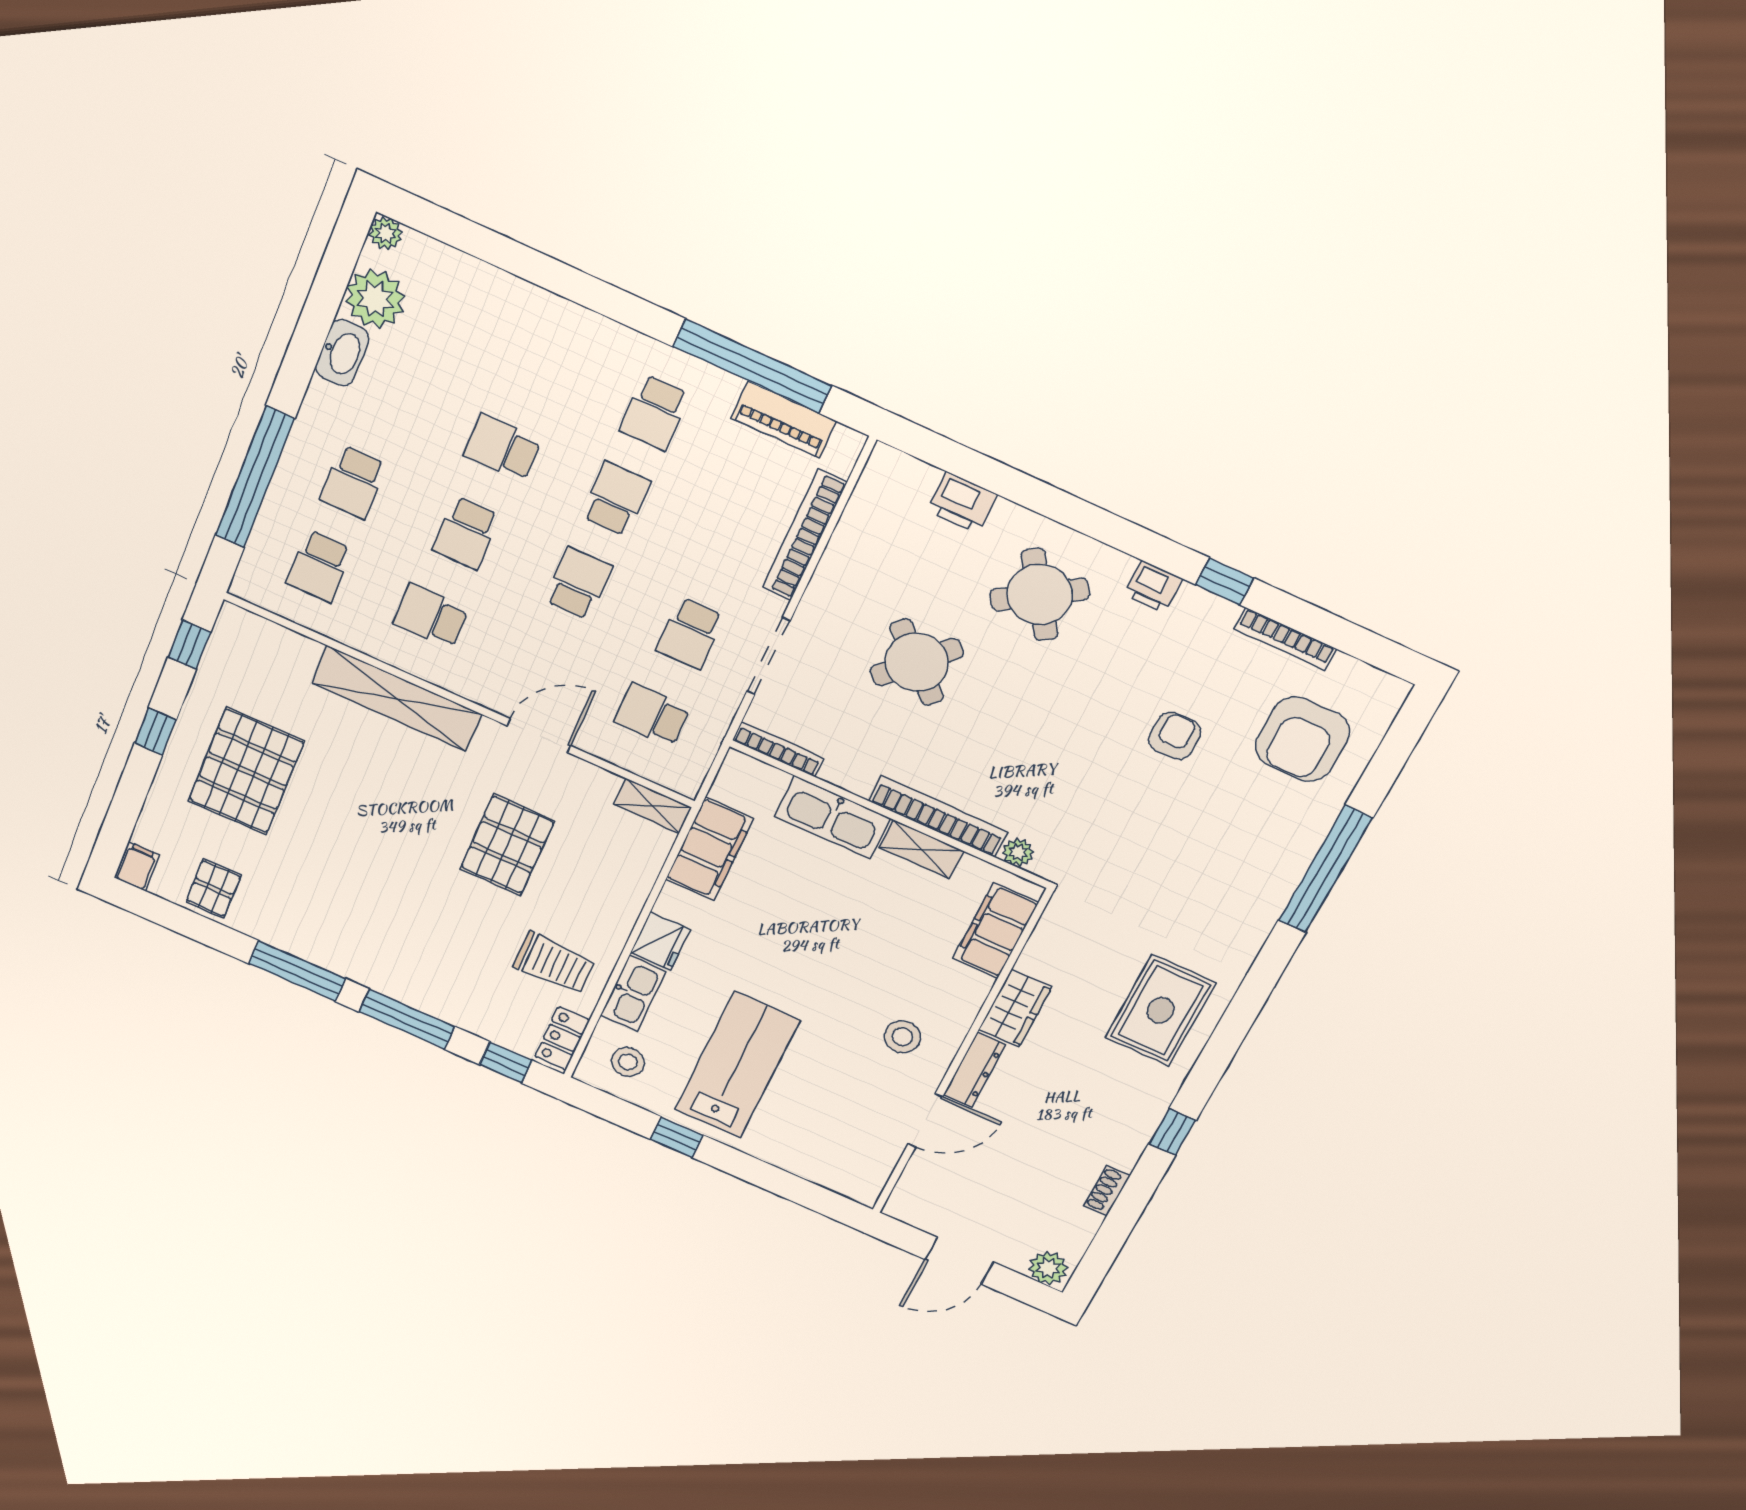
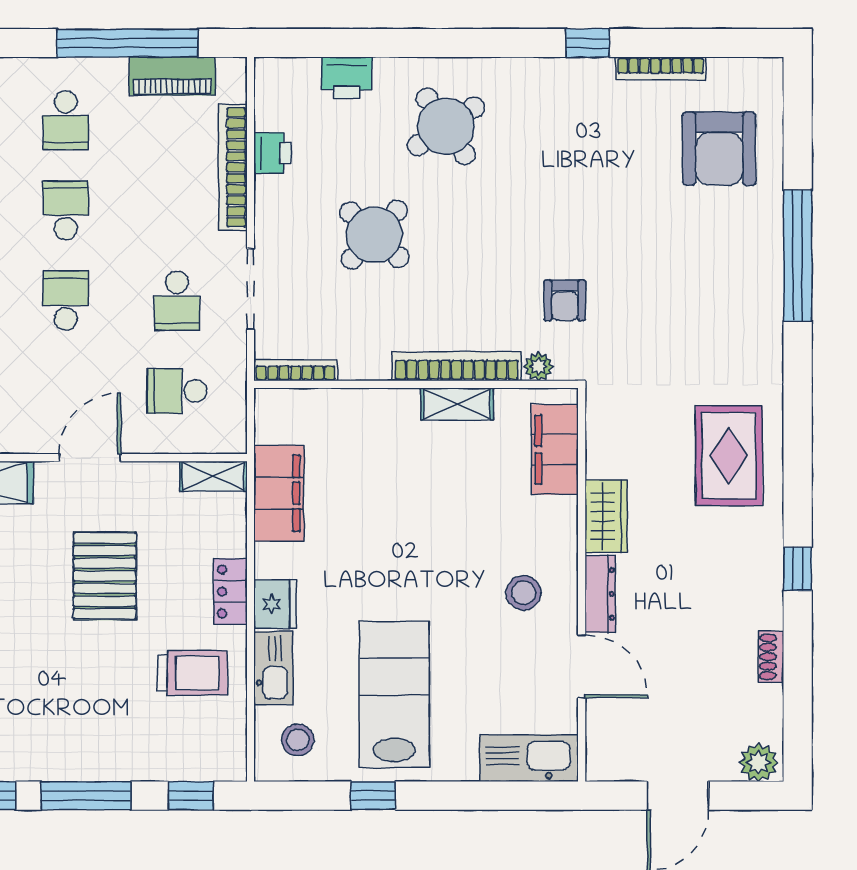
printer: (1153, 587) -> (272, 153), moved, turned -90
armchair: (1175, 736) -> (565, 300), moved, turned 180
kitchen sink: (832, 817) -> (529, 758), moved, turned 180
locker: (562, 1038) -> (230, 591), moved
door: (925, 1120) -> (582, 666), hinge flipped

